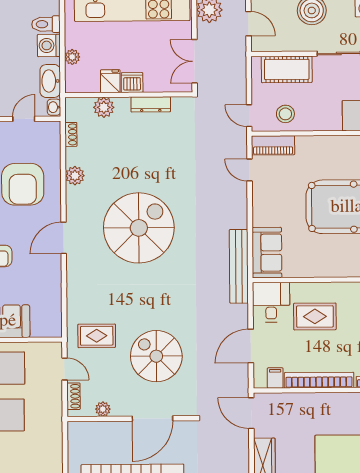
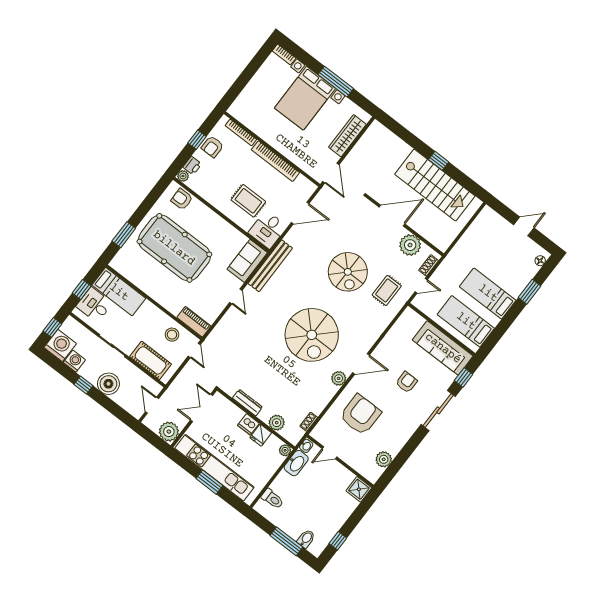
washing machine: (49, 45) -> (281, 485), removed
plant: (72, 57) -> (285, 450), moved
double door: (194, 61) -> (202, 408), swing flipped
door: (250, 170) -> (236, 296), moved
plant: (75, 176) -> (339, 378), moved
spiral stairs: (139, 228) -> (312, 335), turned -90
rug: (97, 336) -> (387, 290), turned 90
spiral stairs: (156, 356) -> (348, 272), moved
door: (65, 369) -> (421, 286), swing flipped
filing cabinet: (275, 378) -> (300, 183), removed
plant: (103, 409) -> (410, 245), width x1.87, depth x1.87

